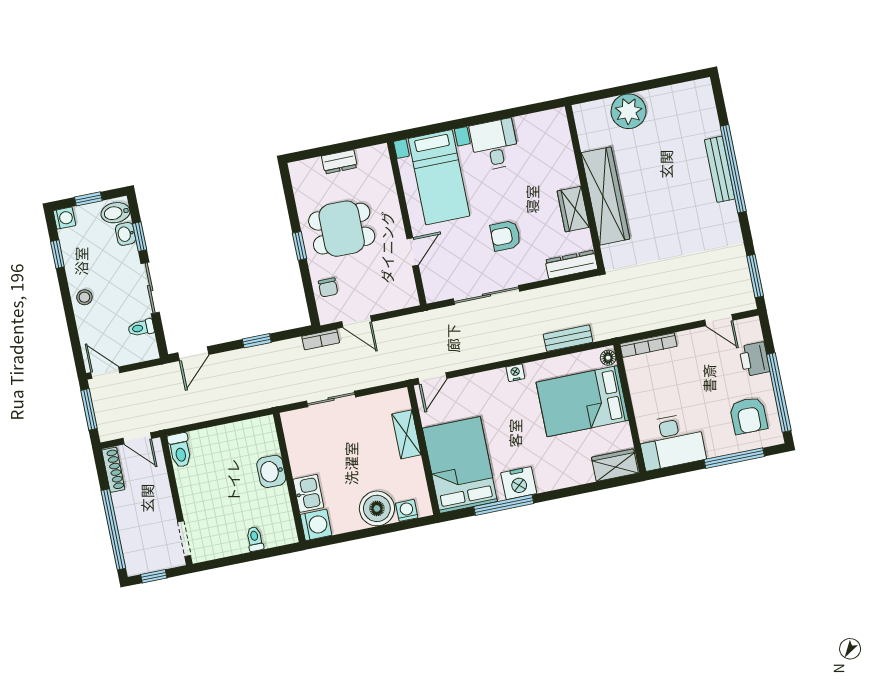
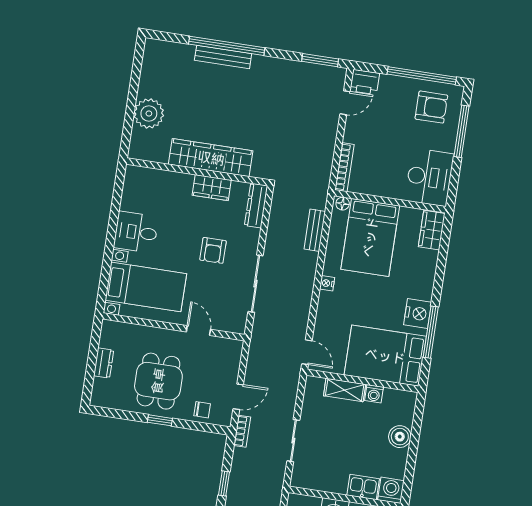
printer: (754, 359) -> (365, 82), moved
boiler: (377, 508) -> (400, 437), width x0.73, depth x0.73
washing machine: (407, 510) -> (374, 394), moved, turned -90

